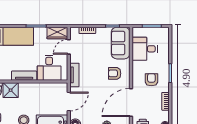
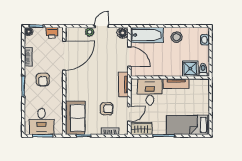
desk: (145, 49) -> (42, 121), moved, turned 90
armchair: (115, 73) -> (107, 109), moved
door: (69, 101) -> (129, 57), swing flipped

